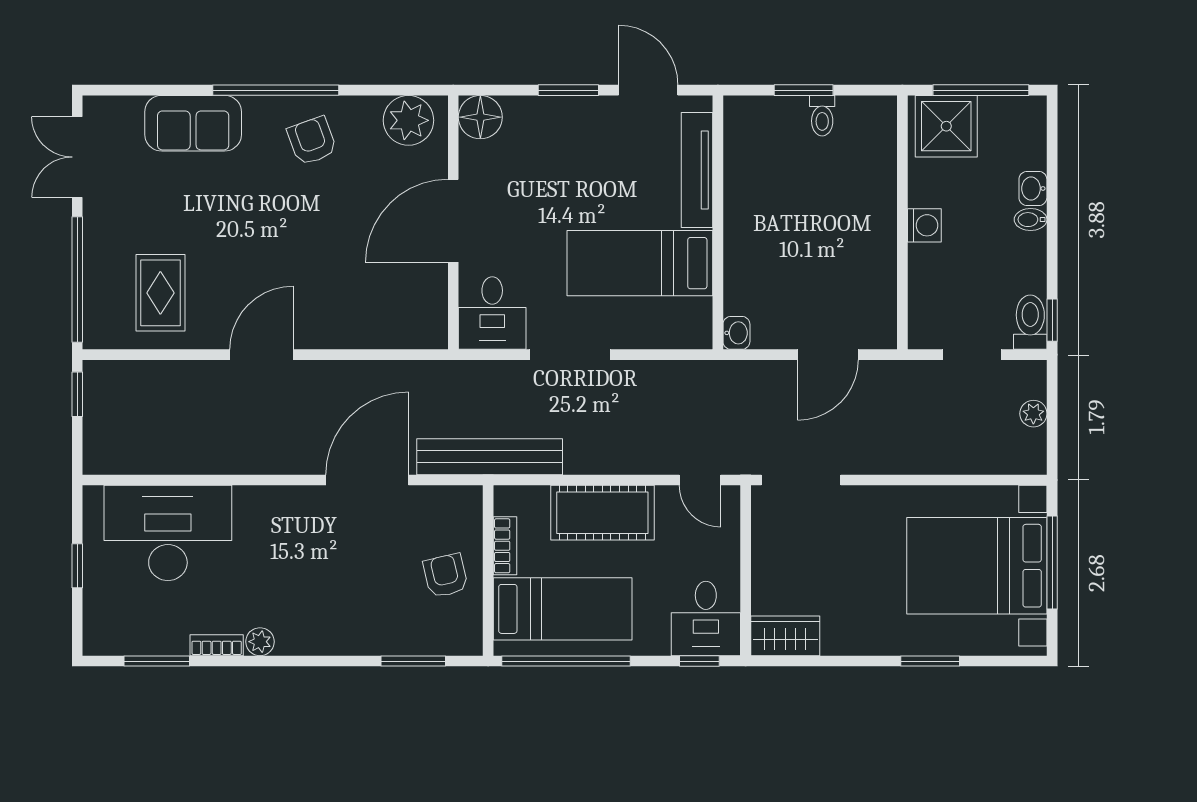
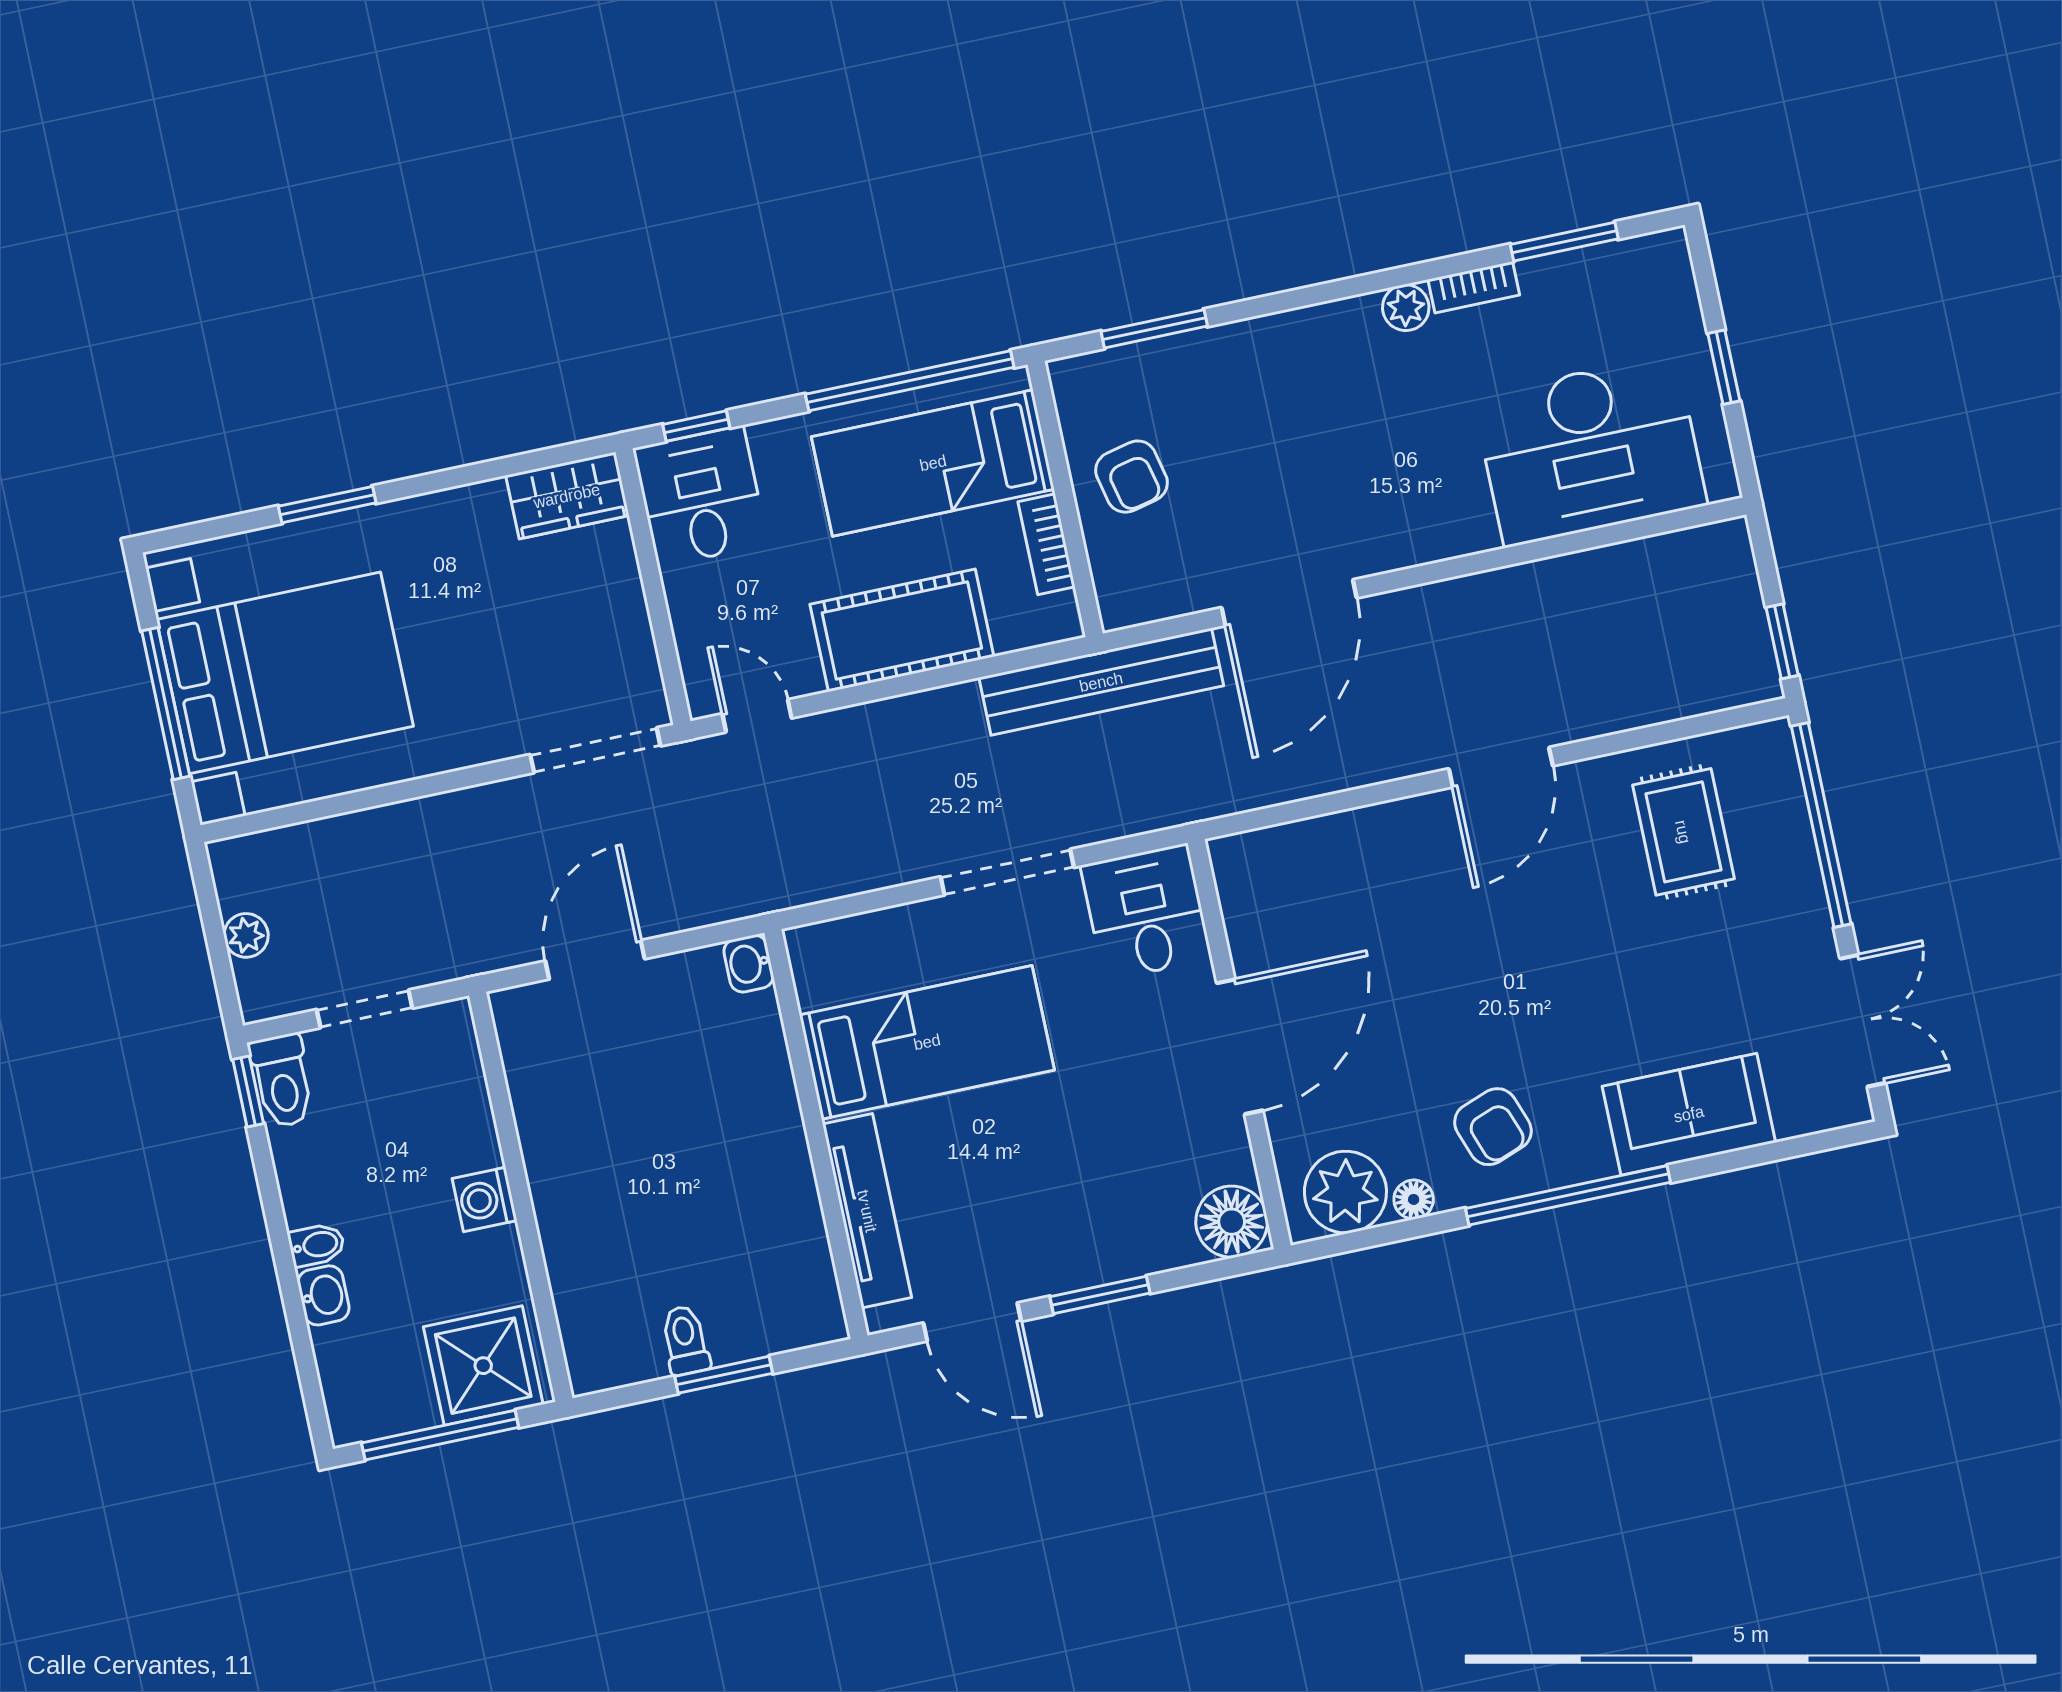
floor lamp: (369, 107) -> (1414, 1199), added

